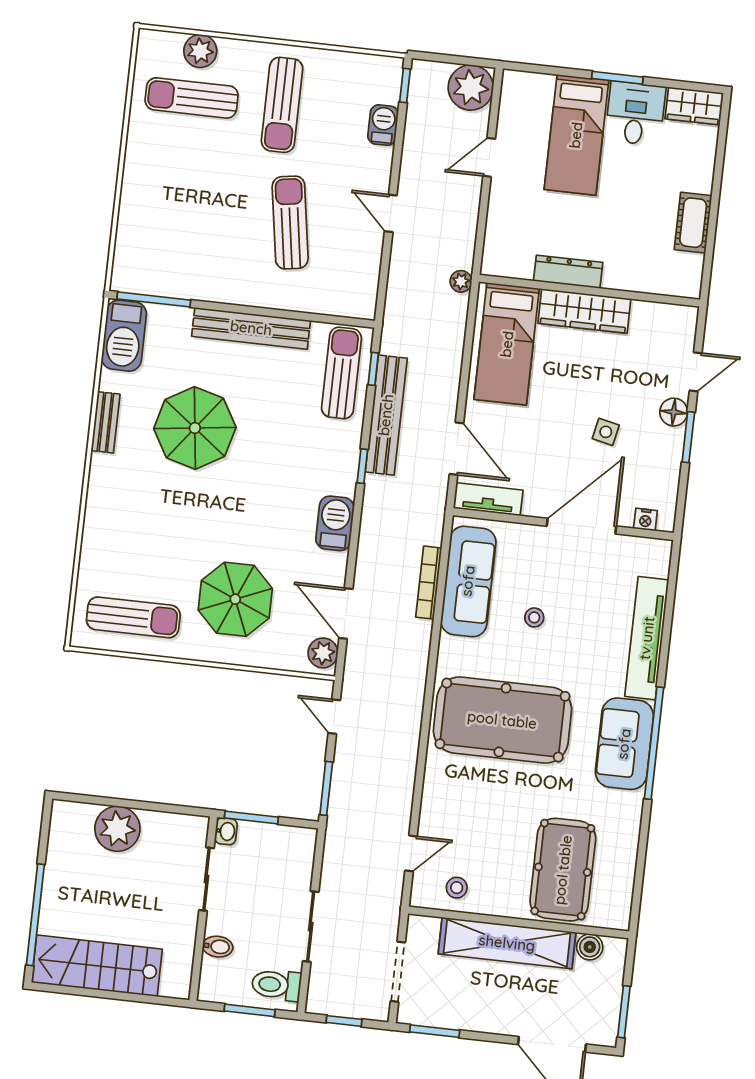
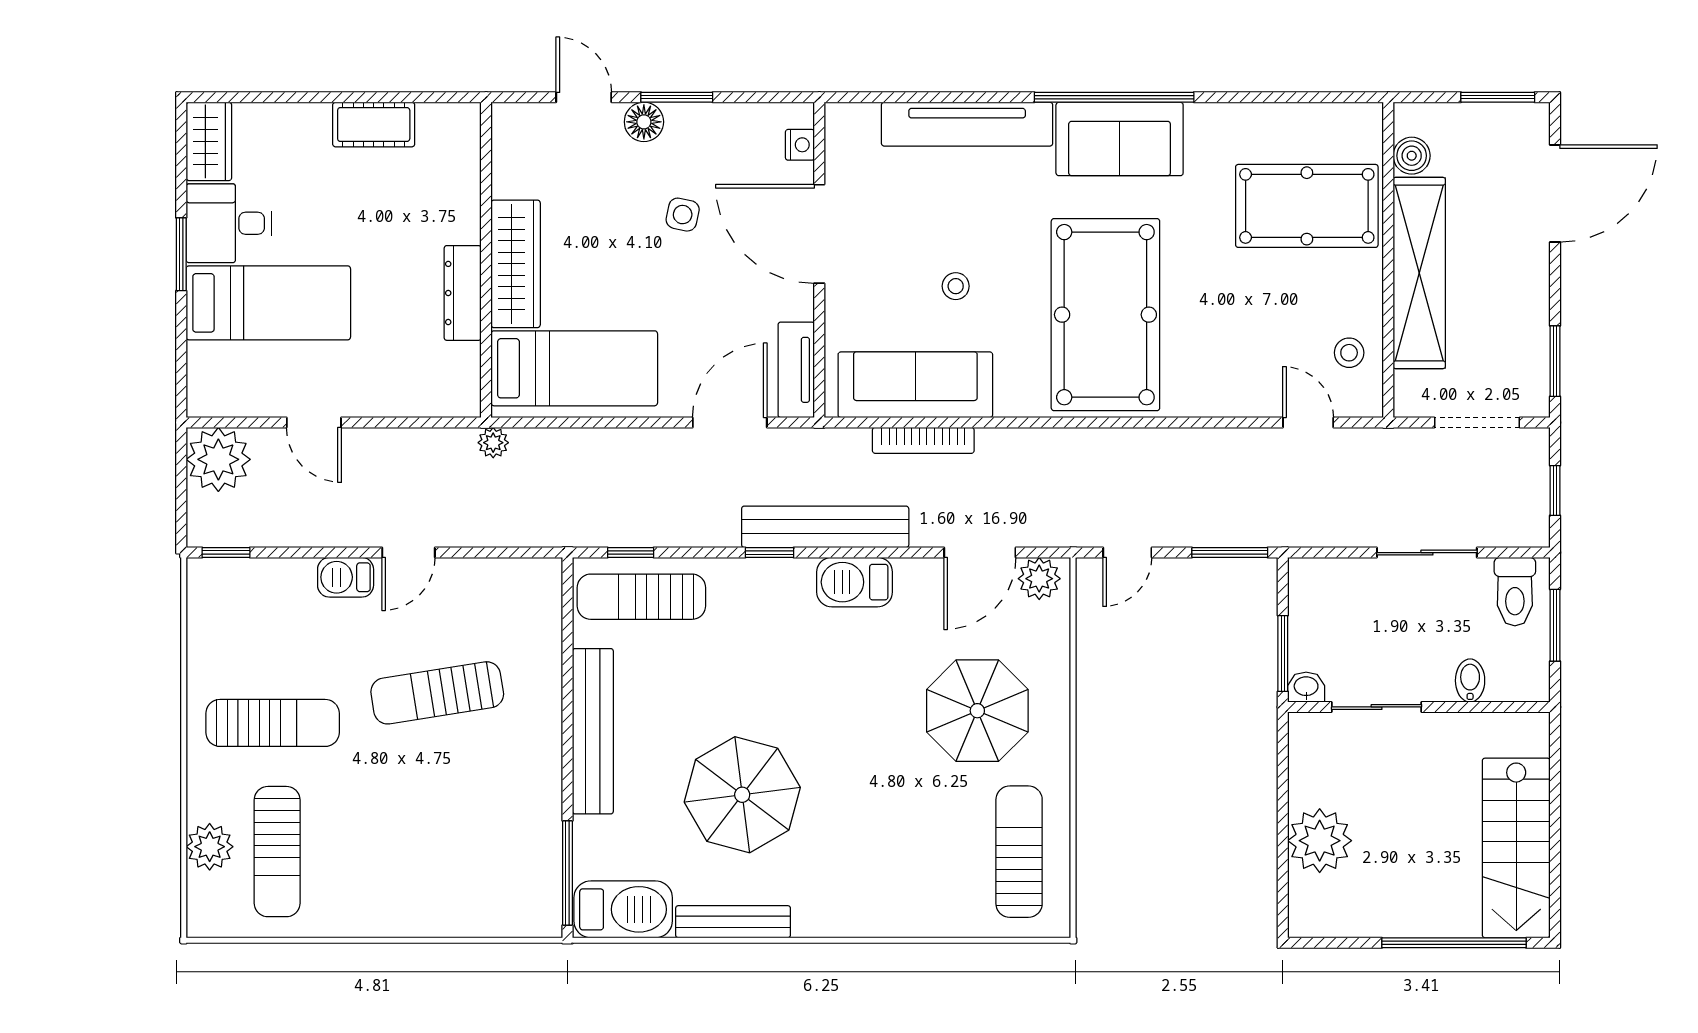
barbecue: (383, 125) -> (346, 577), moved
bench: (386, 415) -> (825, 527), moved
bench: (105, 422) -> (733, 922), width x1.36

